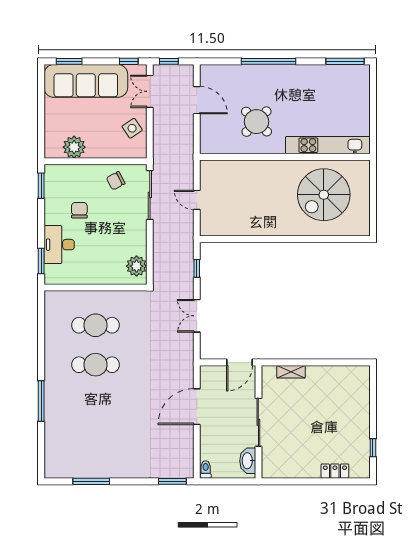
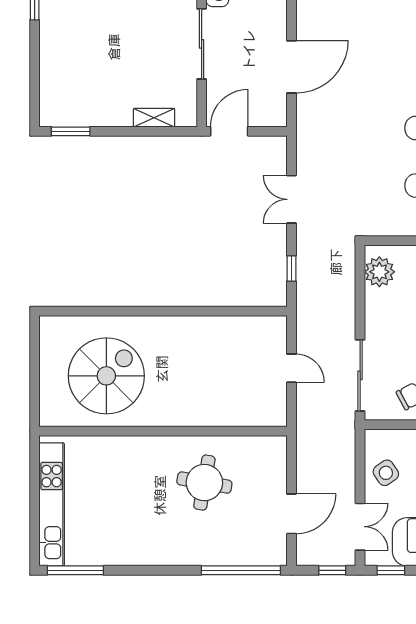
window: (269, 61) -> (241, 570), moved
door: (197, 100) -> (291, 514), swing flipped
round table: (257, 122) -> (204, 483), turned -34
kitchen unit: (328, 145) -> (52, 504), moved, turned -90
double door: (197, 316) -> (291, 199), swing flipped
window: (348, 362) -> (71, 131), added

